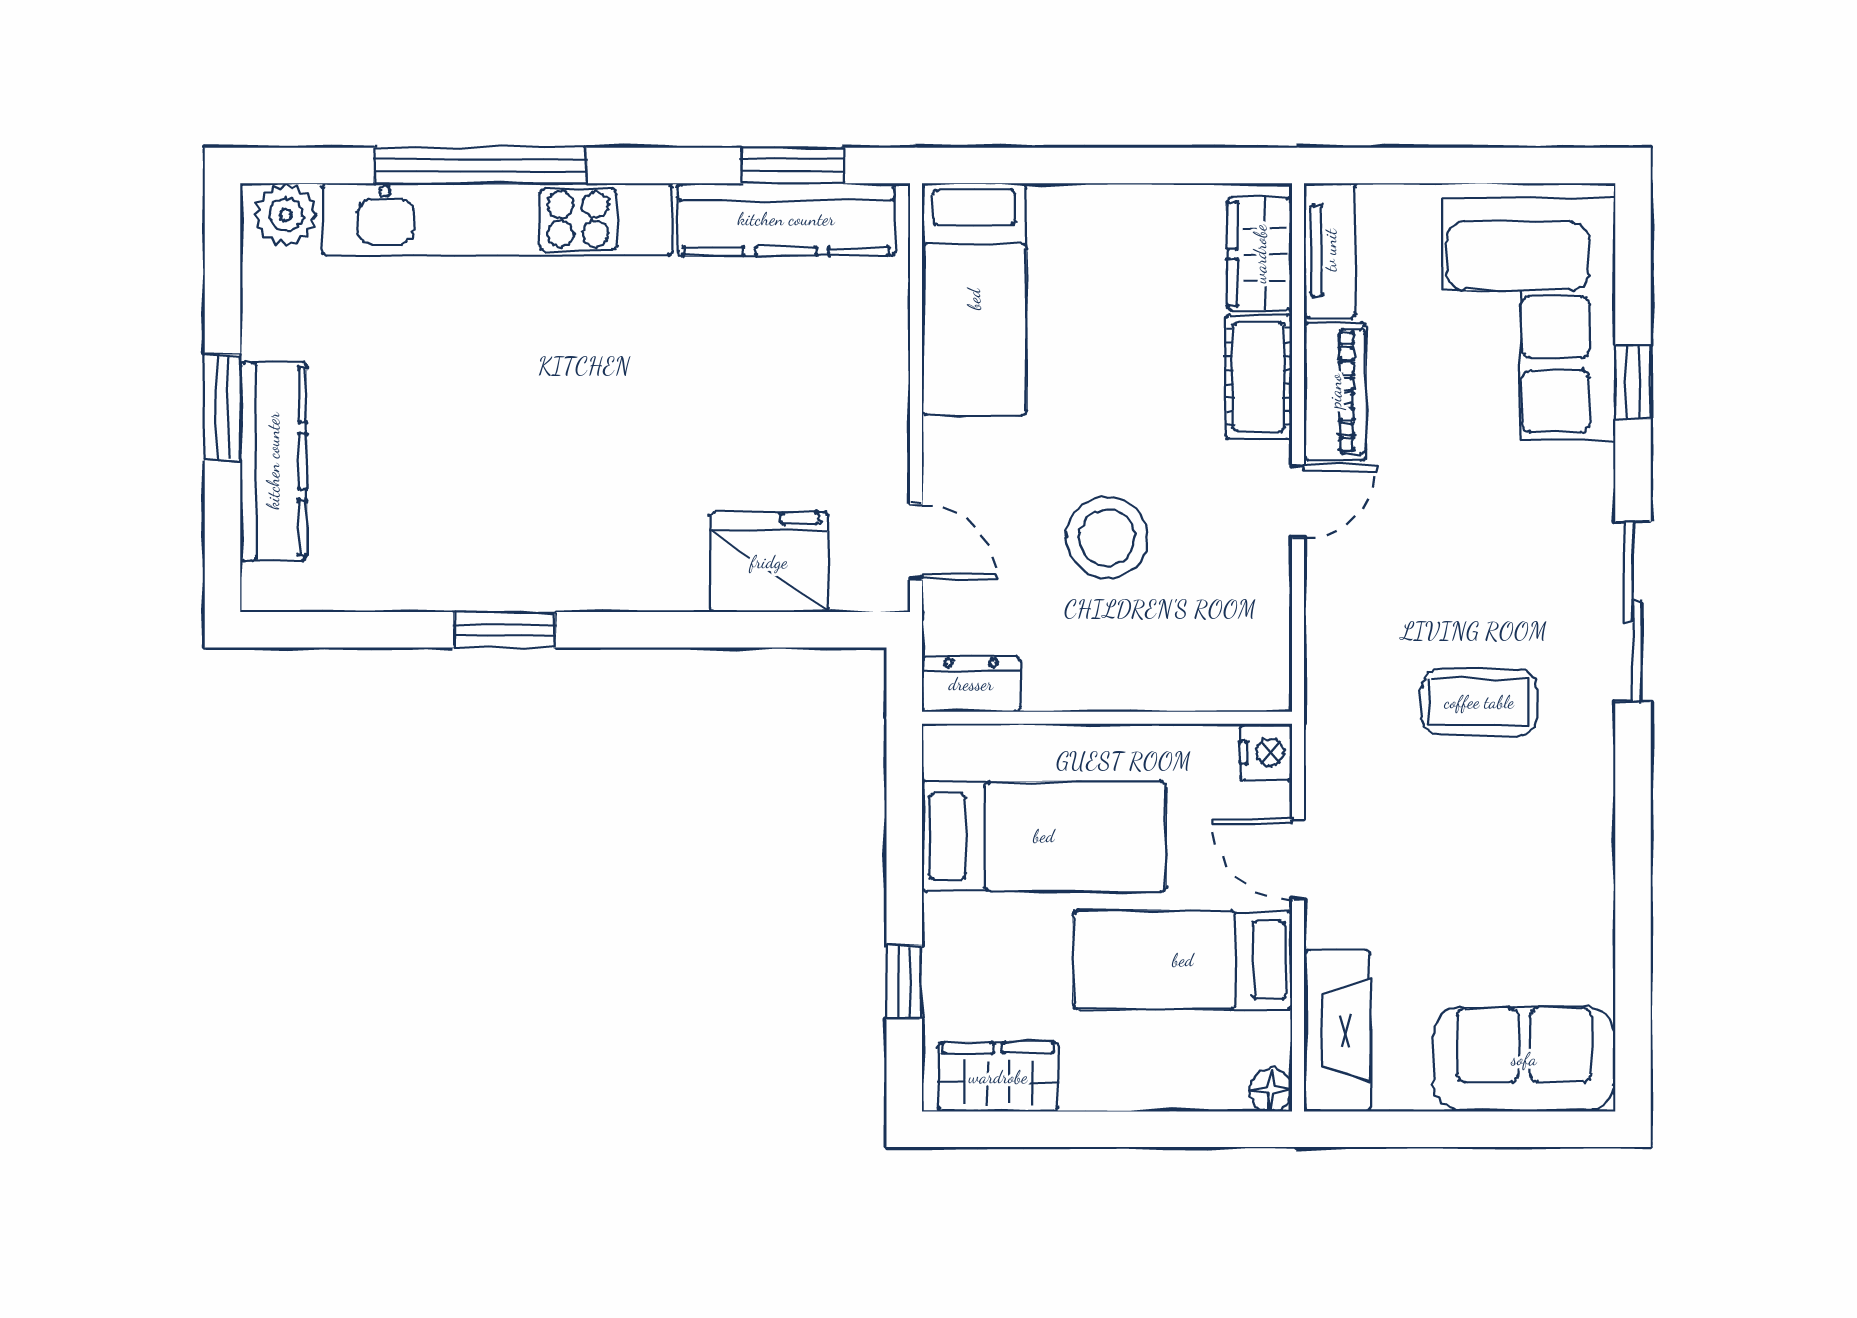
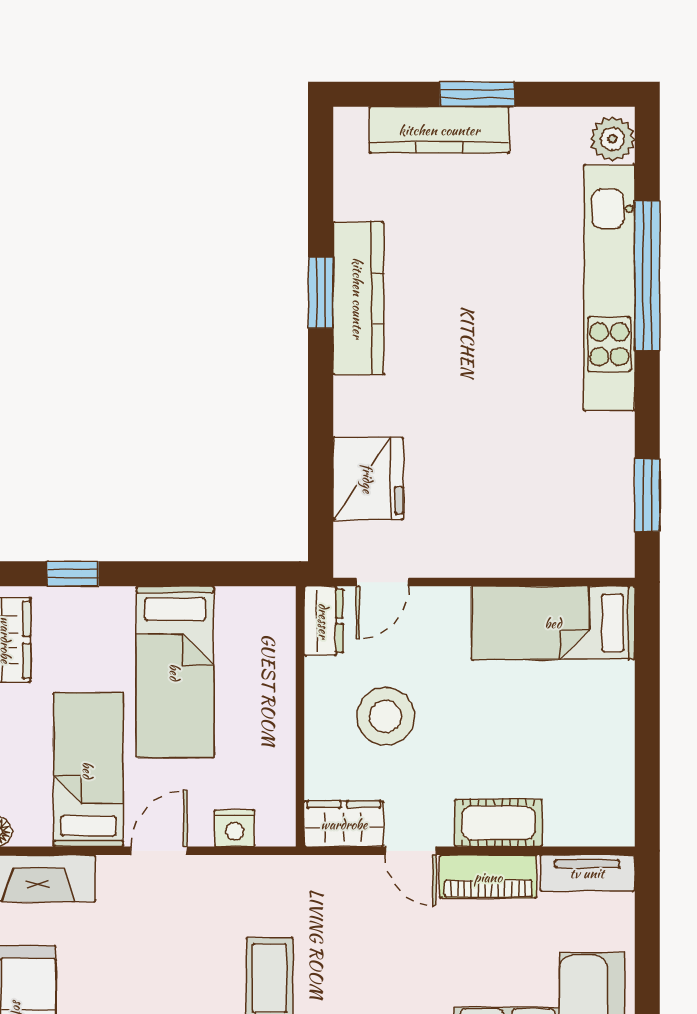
kitchen counter: (786, 219) -> (358, 298), moved, turned 180
wardrobe: (1260, 254) -> (344, 824), moved
dresser: (971, 684) -> (324, 621), moved
wall: (1107, 718) -> (300, 716), moved

